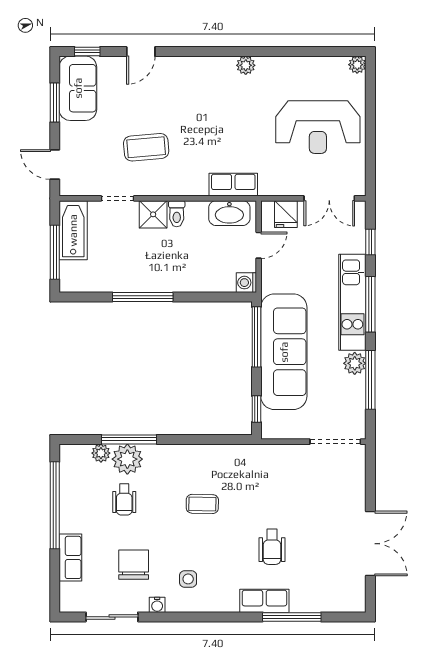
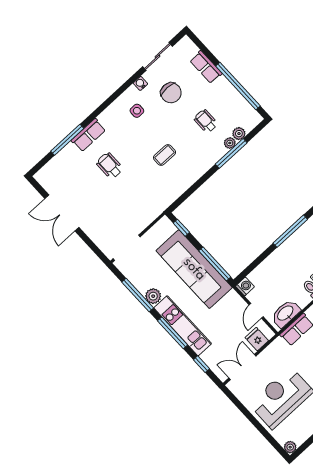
plant: (127, 459) -> (230, 143), width x0.53, depth x0.53

